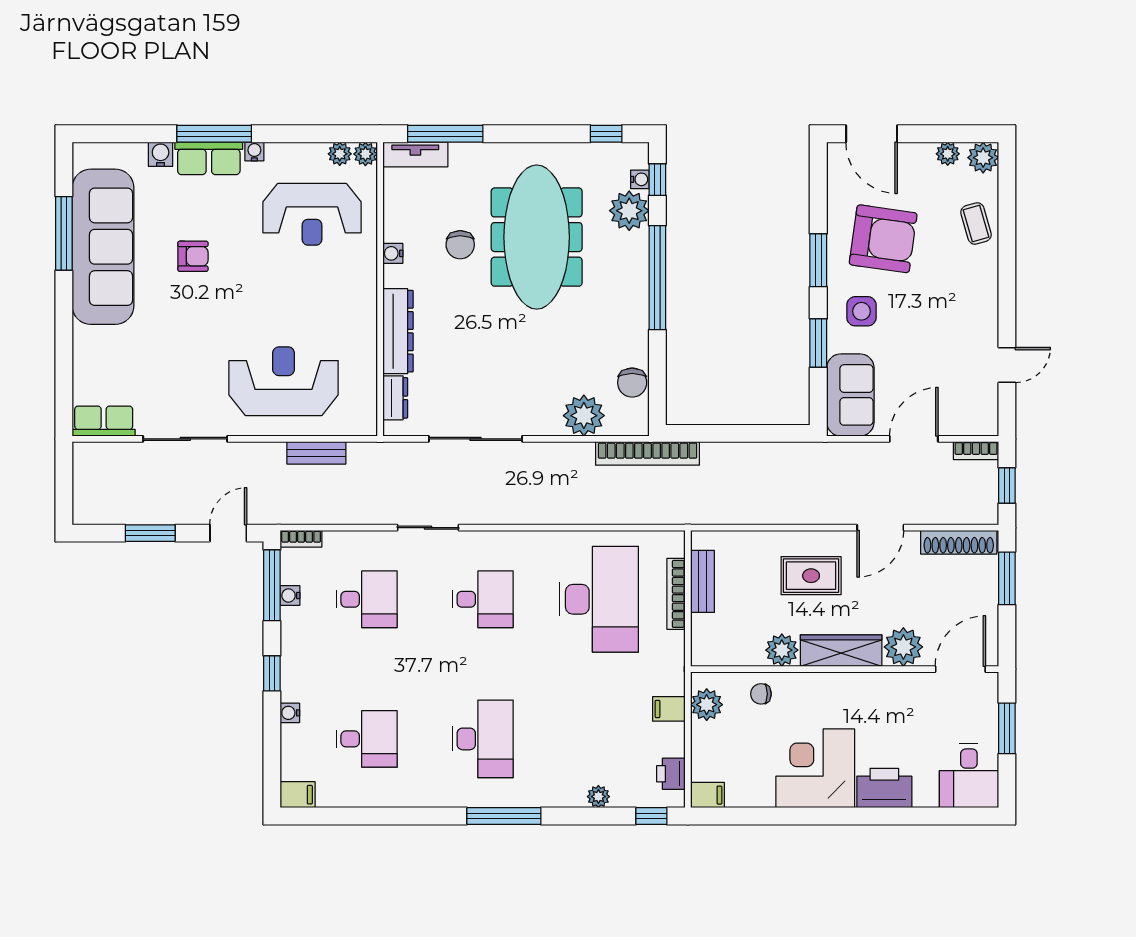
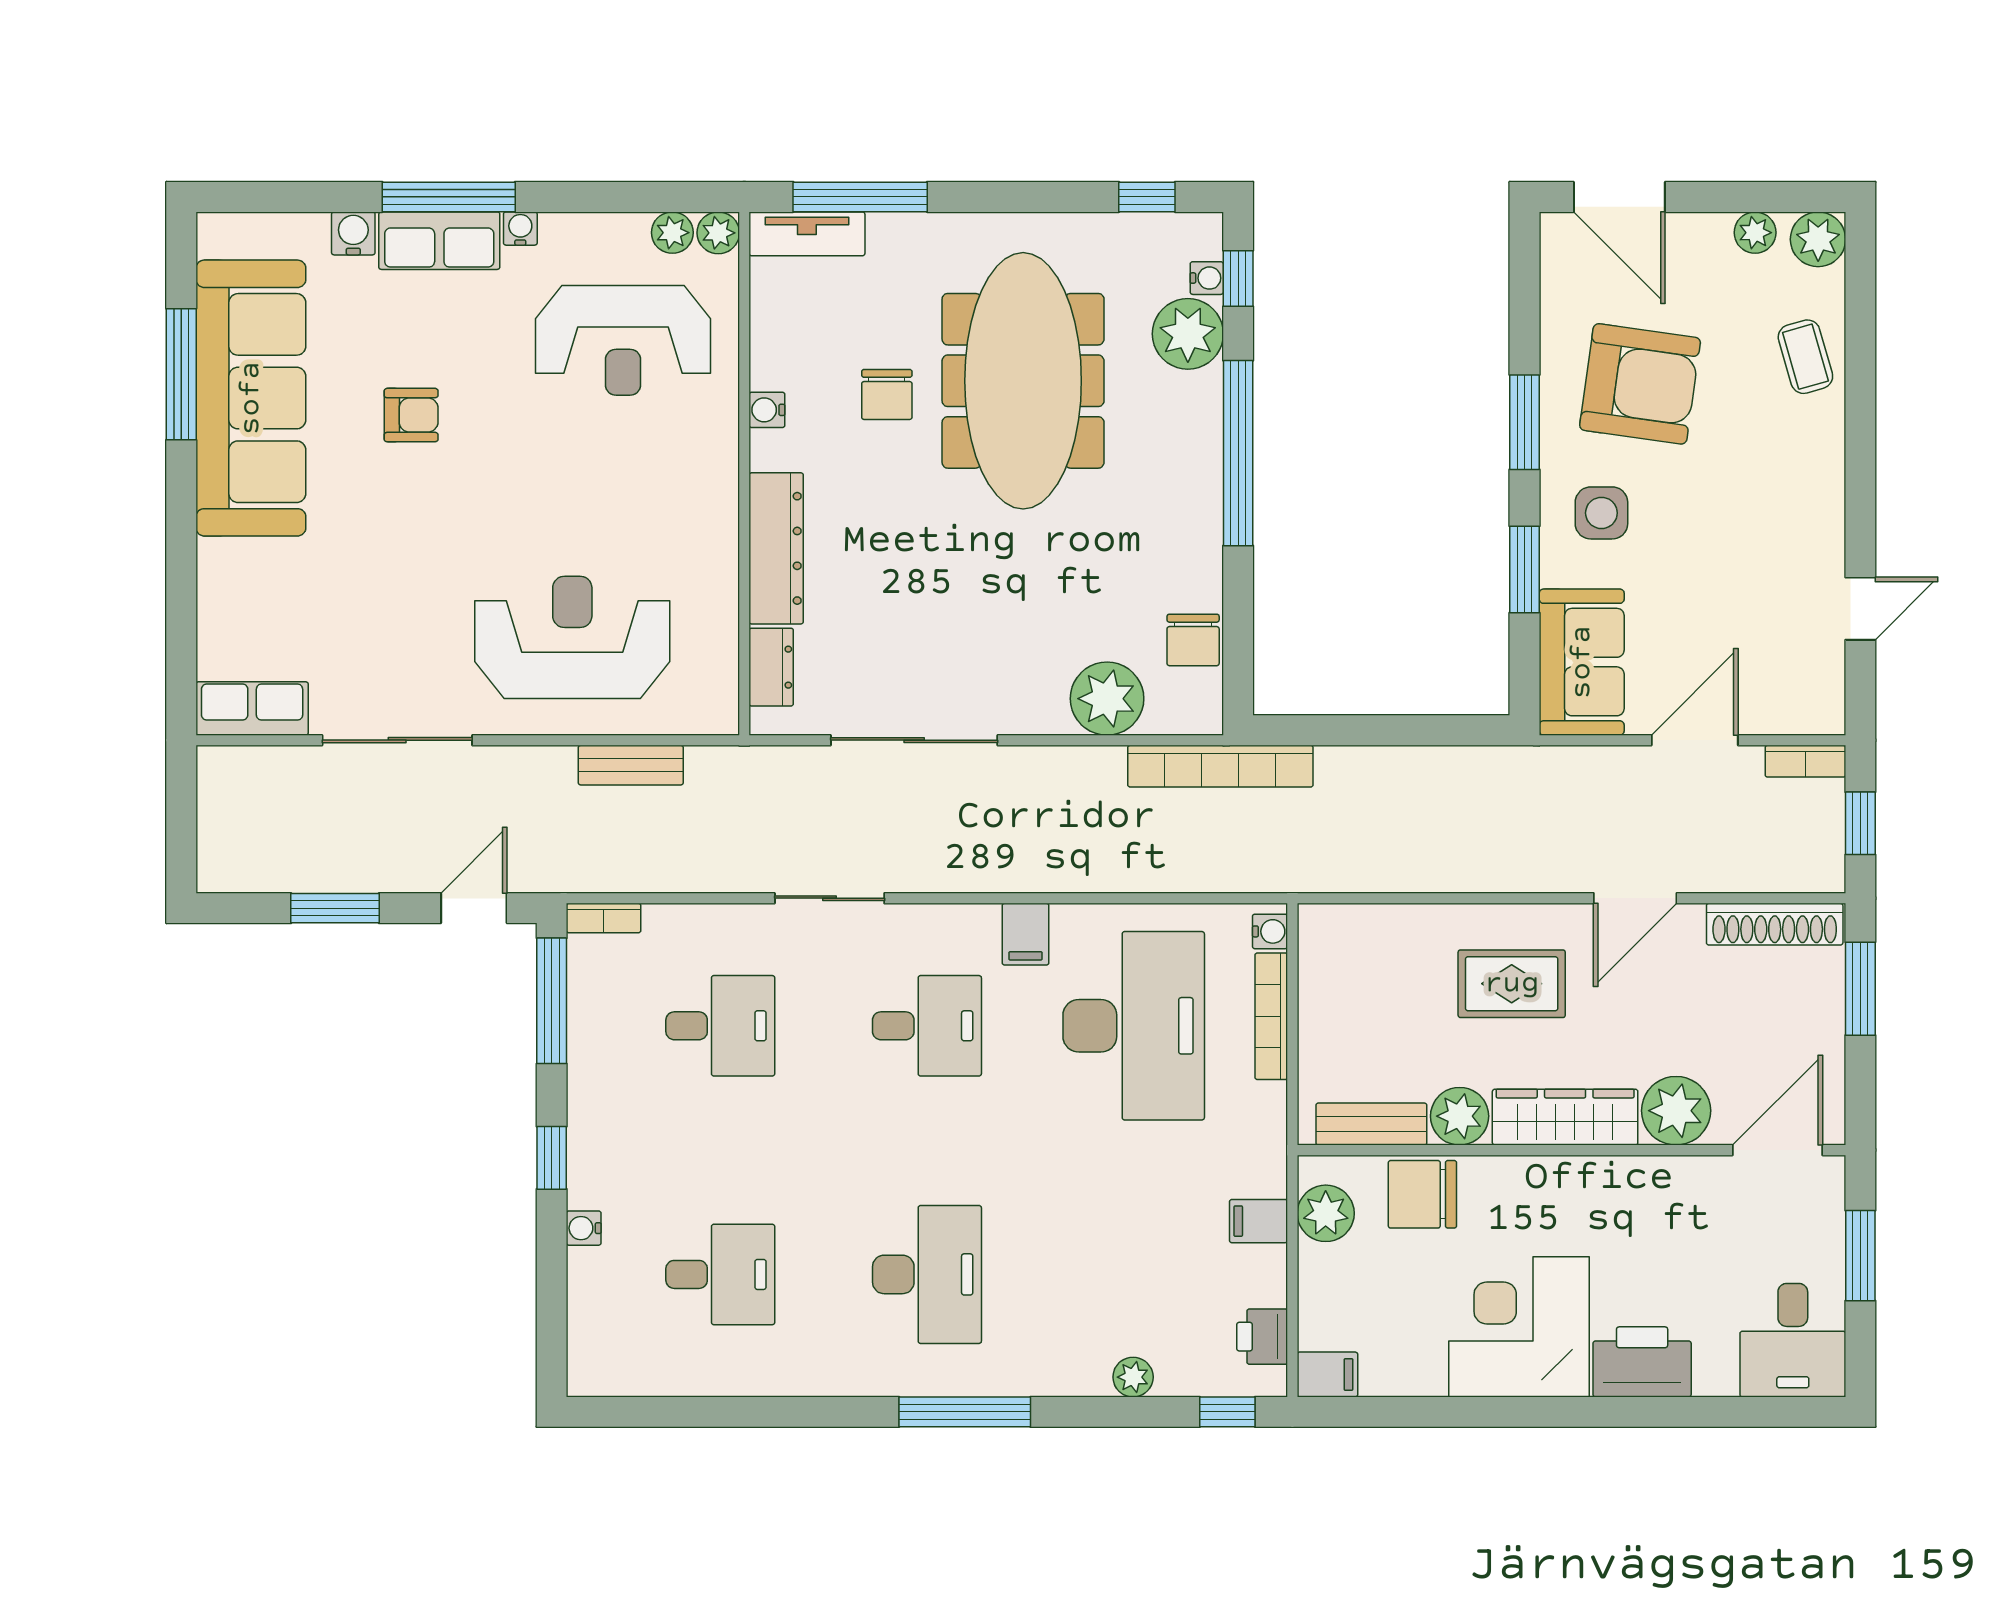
bench: (703, 581) -> (1371, 1124), moved, turned 90
water cooler: (290, 596) -> (1270, 931), moved, turned 180
chair: (761, 694) -> (1422, 1194), width x1.87, depth x1.87
filing cabinet: (298, 795) -> (1026, 934), moved, turned 90

